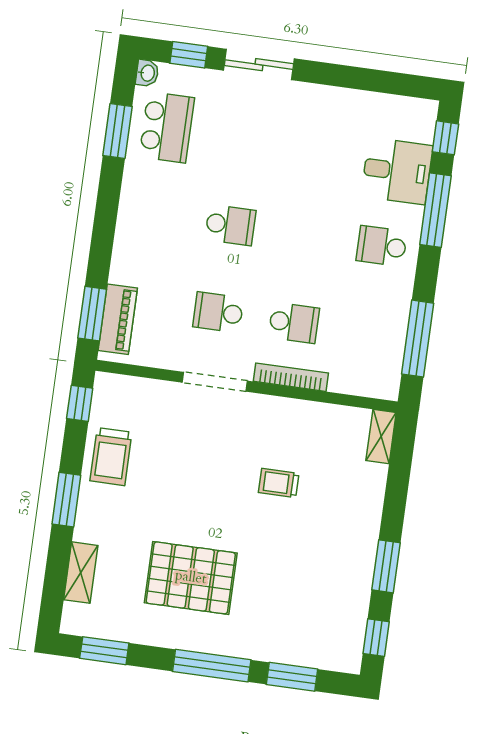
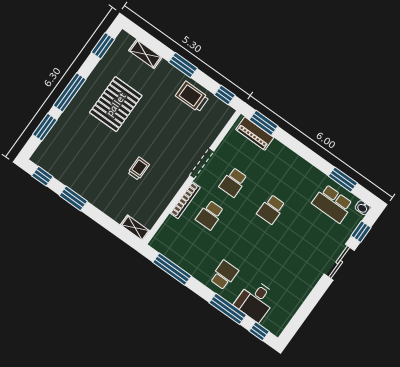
school desk: (218, 312) -> (233, 182), turned 180

